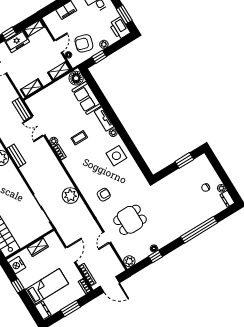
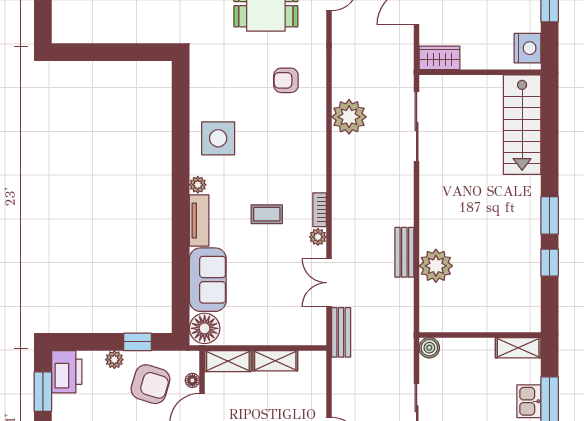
shelving: (32, 88) -> (275, 361), moved
double door: (38, 126) -> (329, 283), swing flipped
window: (184, 160) -> (97, 52), removed
wardrobe: (38, 247) -> (440, 58), moved

